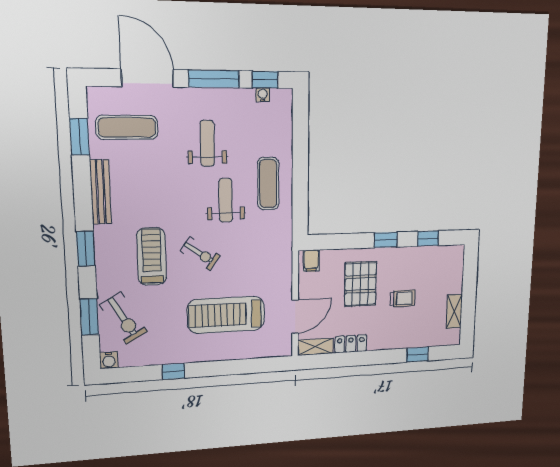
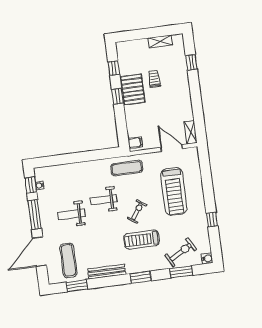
exercise mat: (268, 184) -> (127, 168), moved
pallet: (361, 284) -> (133, 89), moved, turned 90
locker: (351, 344) -> (187, 109), removed

